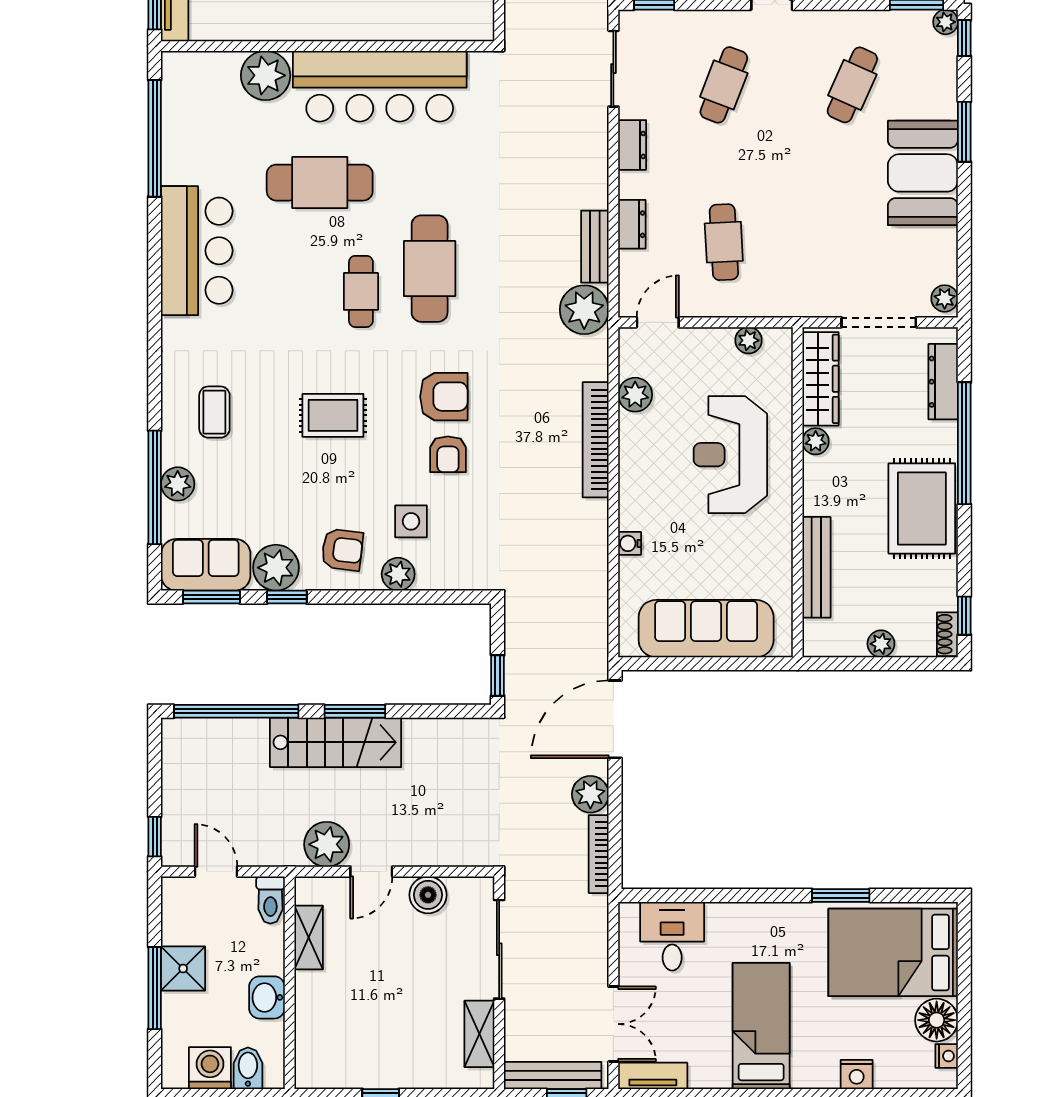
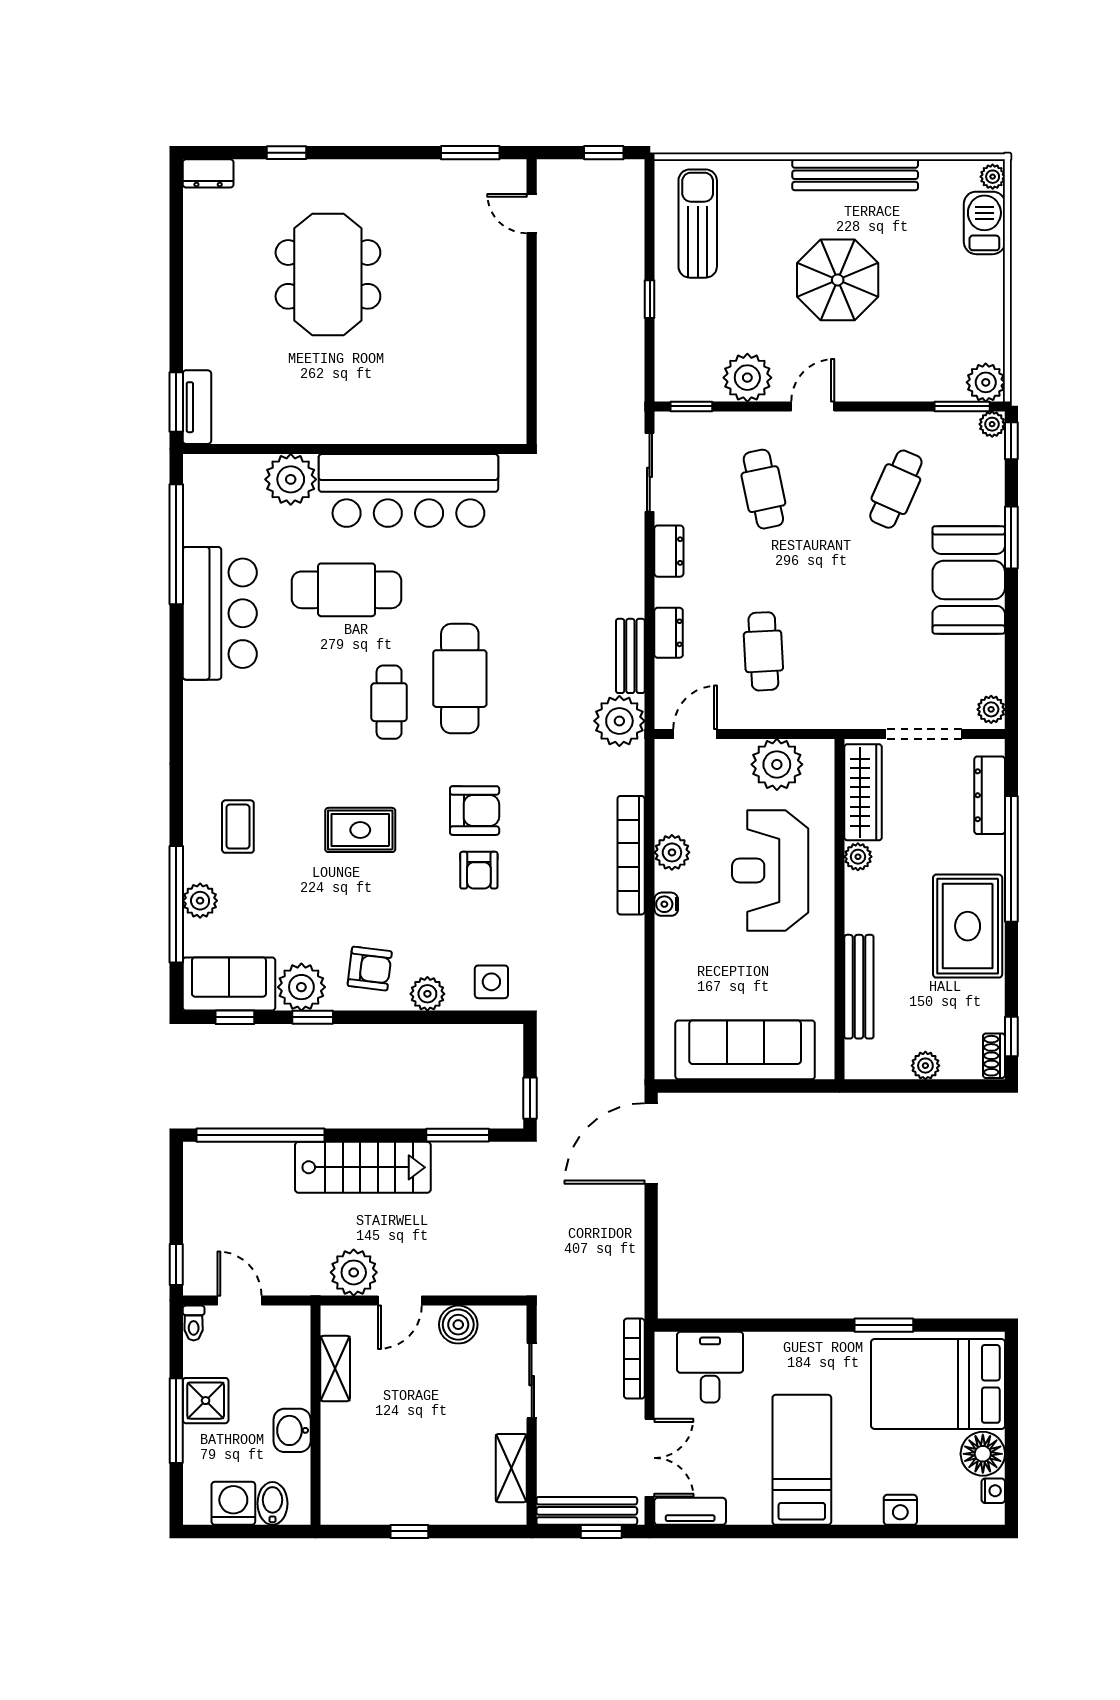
cafe table: (724, 85) -> (763, 489), turned -33
bar counter: (197, 251) -> (220, 613), moved
plant: (748, 340) -> (777, 764), width x1.87, depth x1.87
plant: (635, 395) -> (672, 852), moved
side table: (411, 521) -> (491, 982), moved
water cooler: (630, 543) -> (666, 904), moved
window: (211, 597) -> (235, 1017), width x0.67
window: (355, 711) -> (458, 1135), moved
plant: (590, 794) -> (626, 1221), removed
bookcase: (599, 854) -> (634, 1359), moved
toilet: (270, 900) -> (194, 1323), moved, width x0.73, depth x0.72
sliding door: (499, 949) -> (532, 1381), width x0.73

